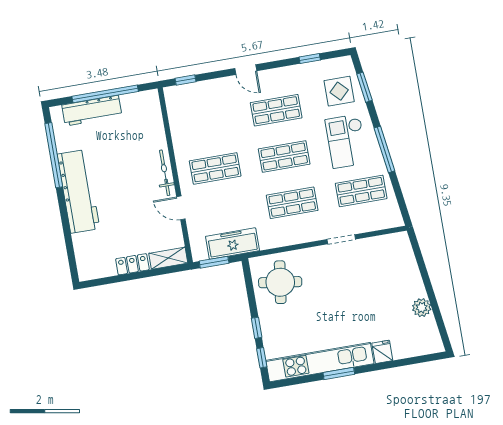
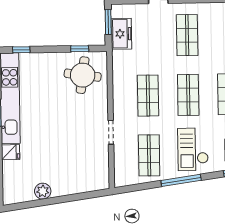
checkout: (346, 141) -> (193, 149), turned -90
freezer: (233, 244) -> (121, 34), width x0.71
window: (257, 328) -> (80, 49), moved

